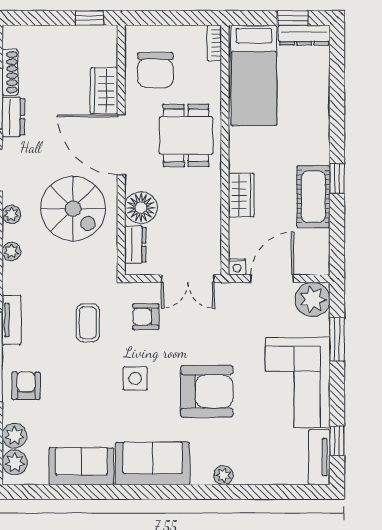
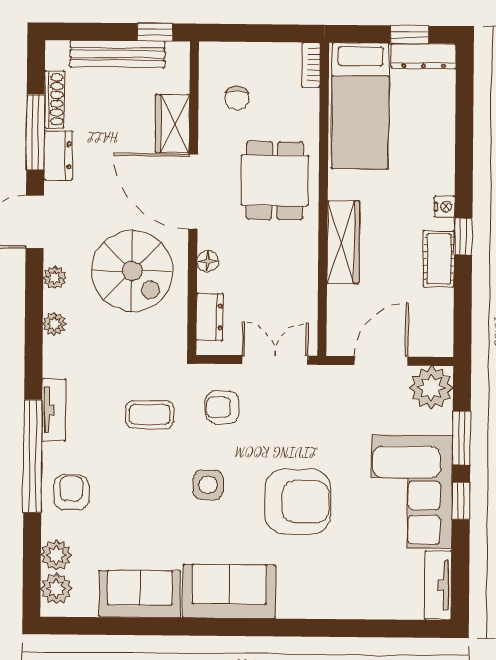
bench: (60, 36) -> (118, 54), added
chair: (155, 70) -> (237, 98), width x0.54, depth x0.54
wardrobe: (241, 195) -> (343, 242), width x1.50
cot: (313, 197) -> (439, 259), width x0.73, depth x0.75
floor lamp: (141, 208) -> (208, 261), width x0.53, depth x0.53
nightstand: (237, 267) -> (444, 207), moved, turned -90
double door: (188, 279) -> (275, 360), swing flipped
coffee table: (88, 323) -> (149, 414), turned 90
window: (337, 441) -> (461, 501), moved
plant: (223, 475) -> (318, 607), removed

